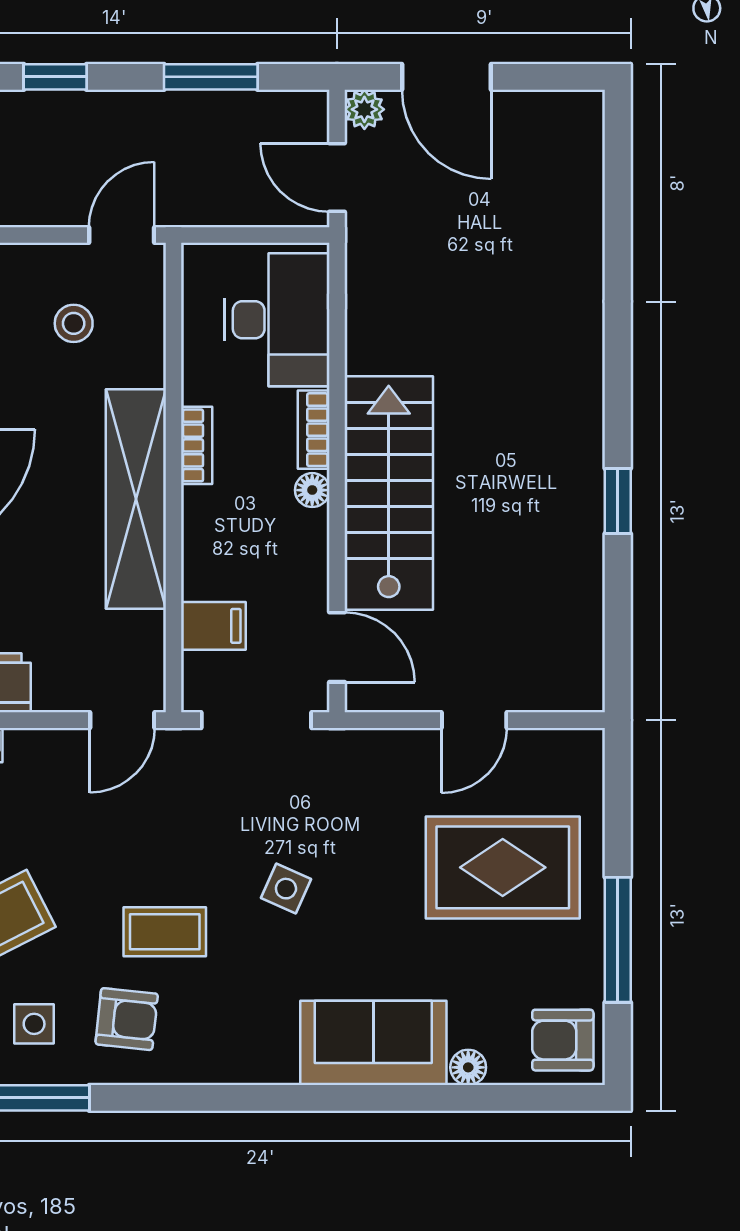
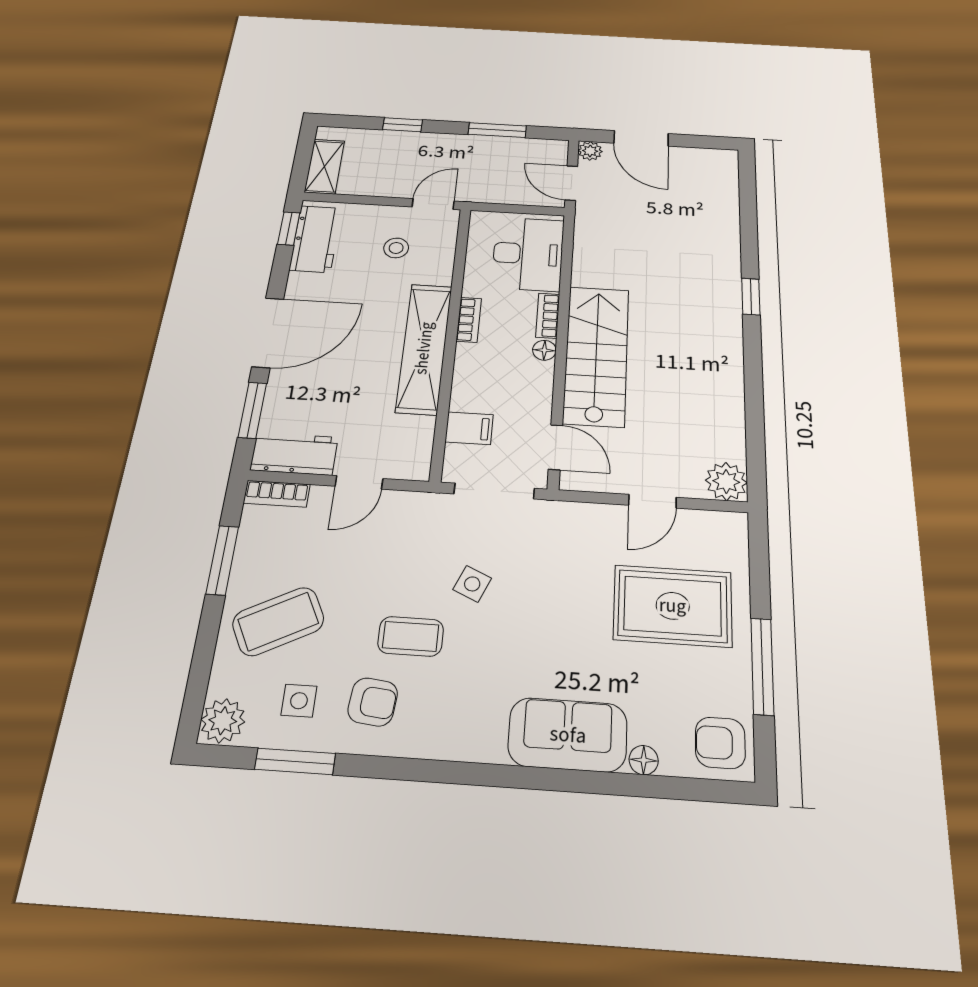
window: (618, 501) -> (751, 297), moved
plant: (576, 683) -> (726, 481), added
door: (122, 720) -> (359, 482), moved
side table: (286, 889) -> (472, 584), moved

